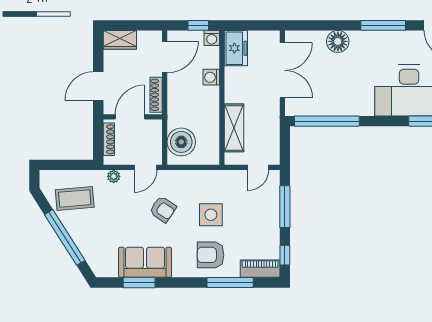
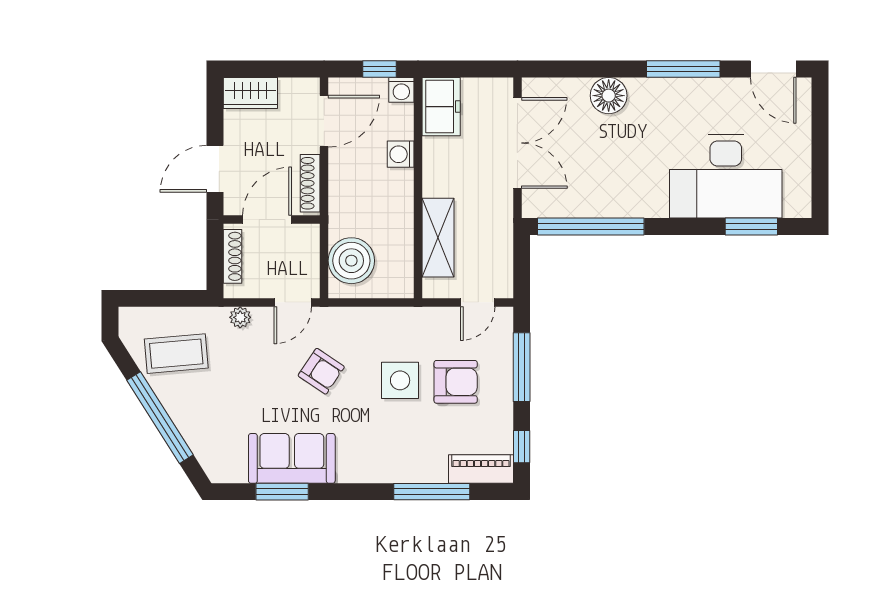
armchair: (211, 255) -> (456, 382), moved, turned 180

